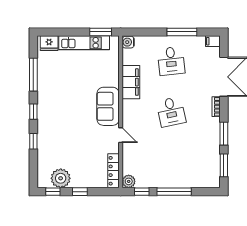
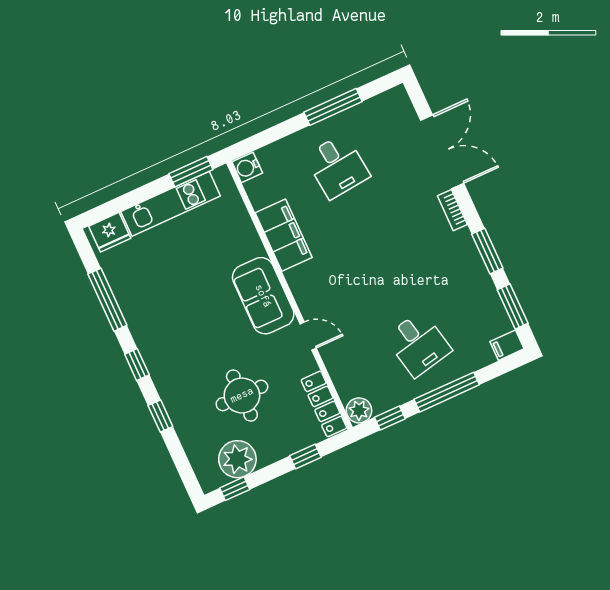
filing cabinet: (213, 41) -> (507, 345), moved
desk: (171, 112) -> (418, 344), moved
round table: (76, 149) -> (242, 395), added
window: (80, 192) -> (305, 457), moved

